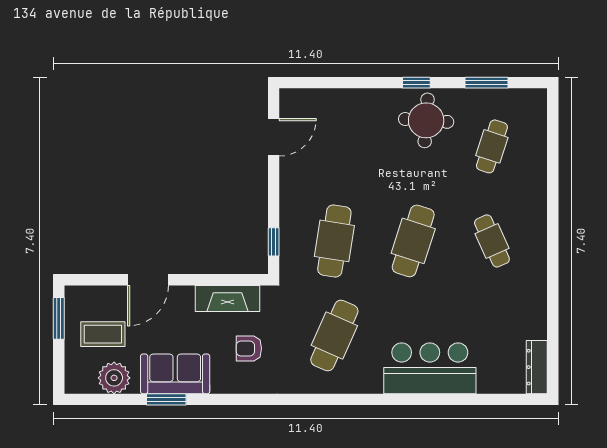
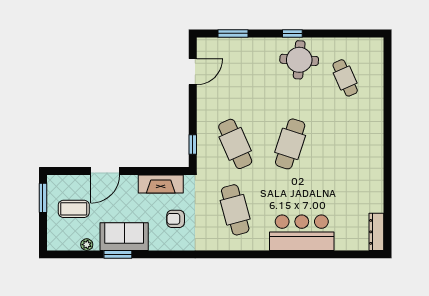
window: (486, 83) -> (233, 33), moved
cafe table: (492, 146) -> (345, 78), turned -42
cafe table: (334, 241) -> (235, 144), turned -33
cafe table: (492, 241) -> (345, 144), removed
cafe table: (334, 336) -> (235, 210), turned -39
plant: (114, 378) -> (87, 245), width x0.53, depth x0.53

